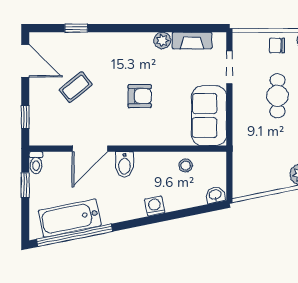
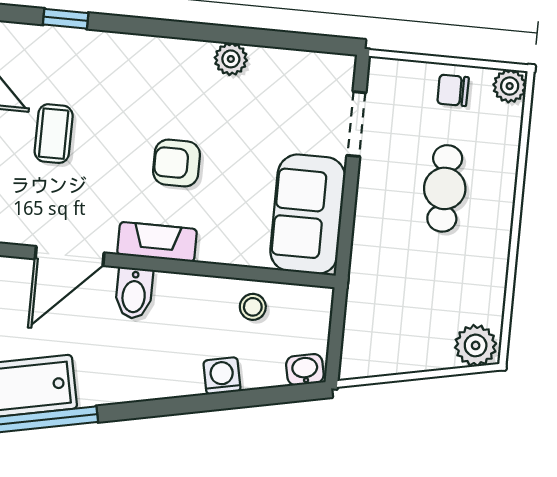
fireplace: (192, 41) -> (157, 242), moved, turned 180
coffee table: (76, 87) -> (54, 134), turned -51
armchair: (140, 96) -> (177, 163), turned 180
washing machine: (155, 206) -> (222, 376), moved

